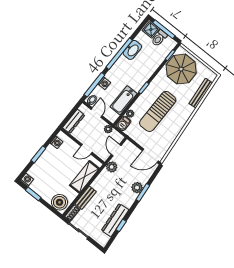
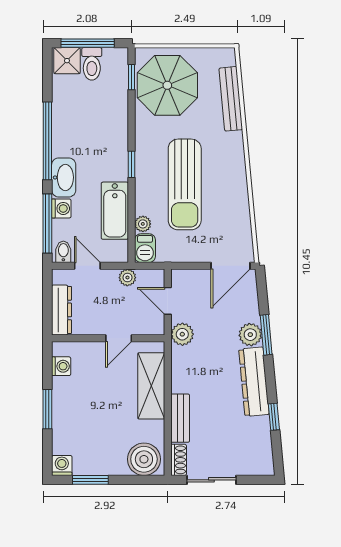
washbasin: (132, 50) -> (64, 177), moved
dresser: (115, 220) -> (254, 382), moved

